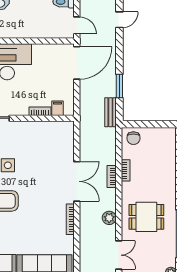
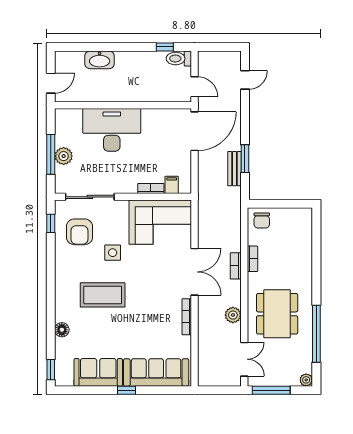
bench: (110, 112) -> (234, 169), moved
corner sofa: (48, 140) -> (160, 222), added
dining table: (146, 217) -> (277, 314), width x1.38

